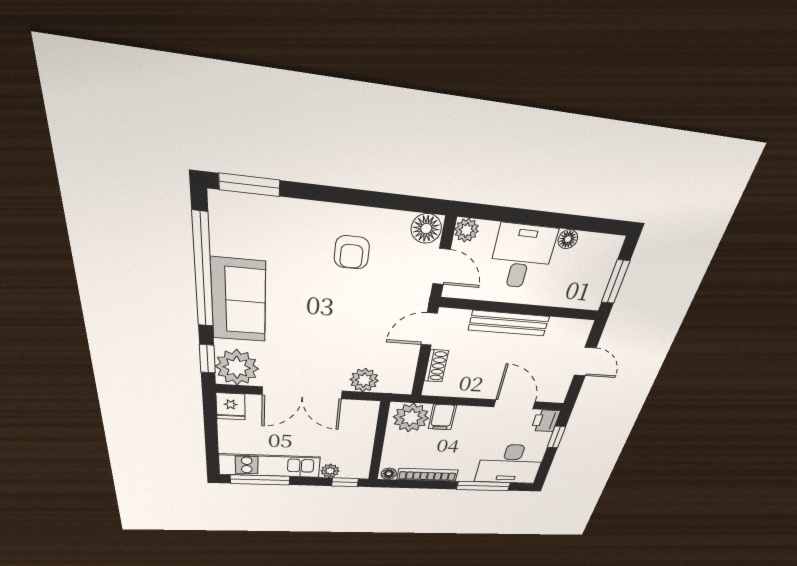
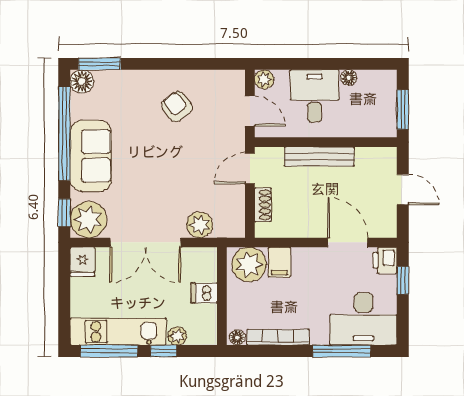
floor lamp: (426, 229) -> (82, 81), moved
armchair: (352, 252) -> (177, 106), turned 143
dishwasher: (361, 439) -> (204, 293), added
window: (345, 482) -> (164, 351), moved

